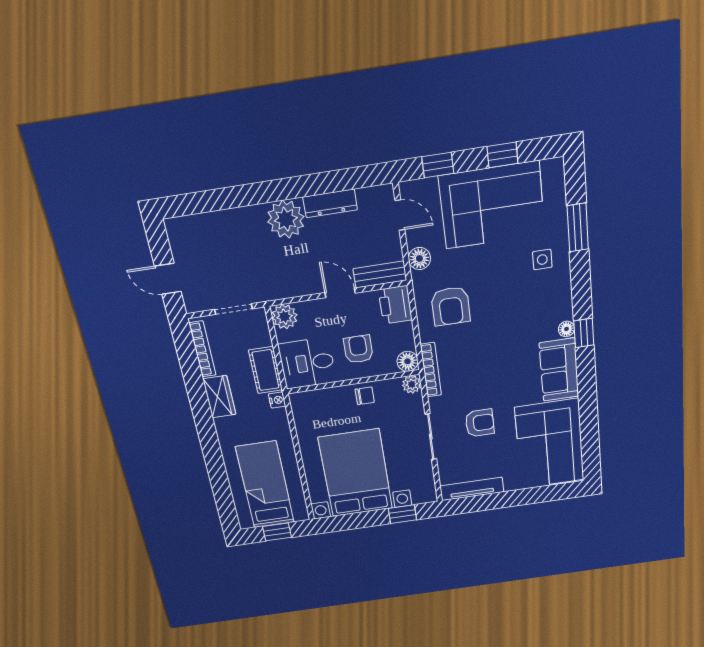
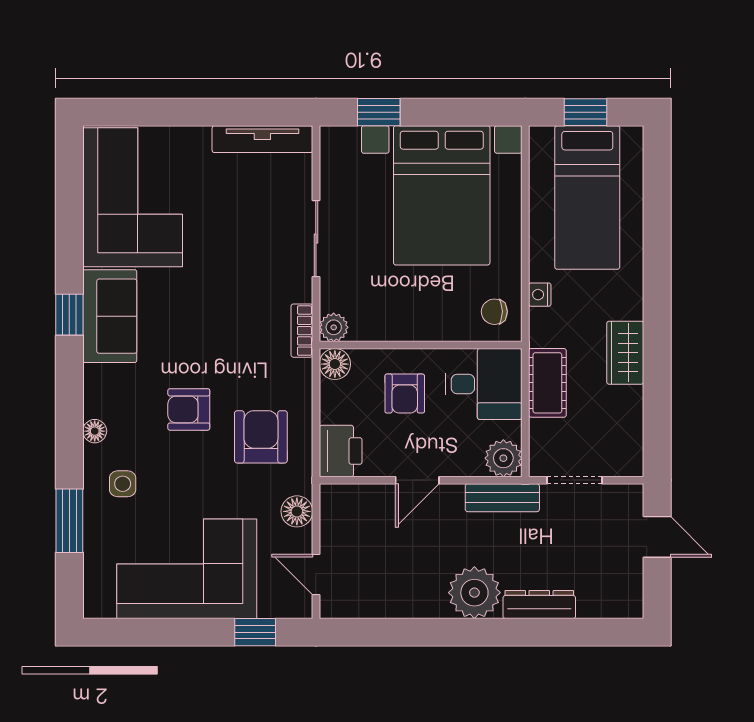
window: (502, 155) -> (166, 632), removed
dresser: (330, 203) -> (539, 604), moved
bench: (380, 274) -> (502, 498), moved
door: (340, 293) -> (417, 480), hinge flipped
floor lamp: (566, 329) -> (95, 431), moved
window: (584, 333) -> (69, 315), moved
bookcase: (202, 349) -> (633, 429), removed
bookcase: (431, 370) -> (302, 331), width x0.64
chair: (365, 396) -> (494, 312), moved
nightstand: (277, 400) -> (540, 295), moved
armchair: (480, 423) -> (189, 409), moved

